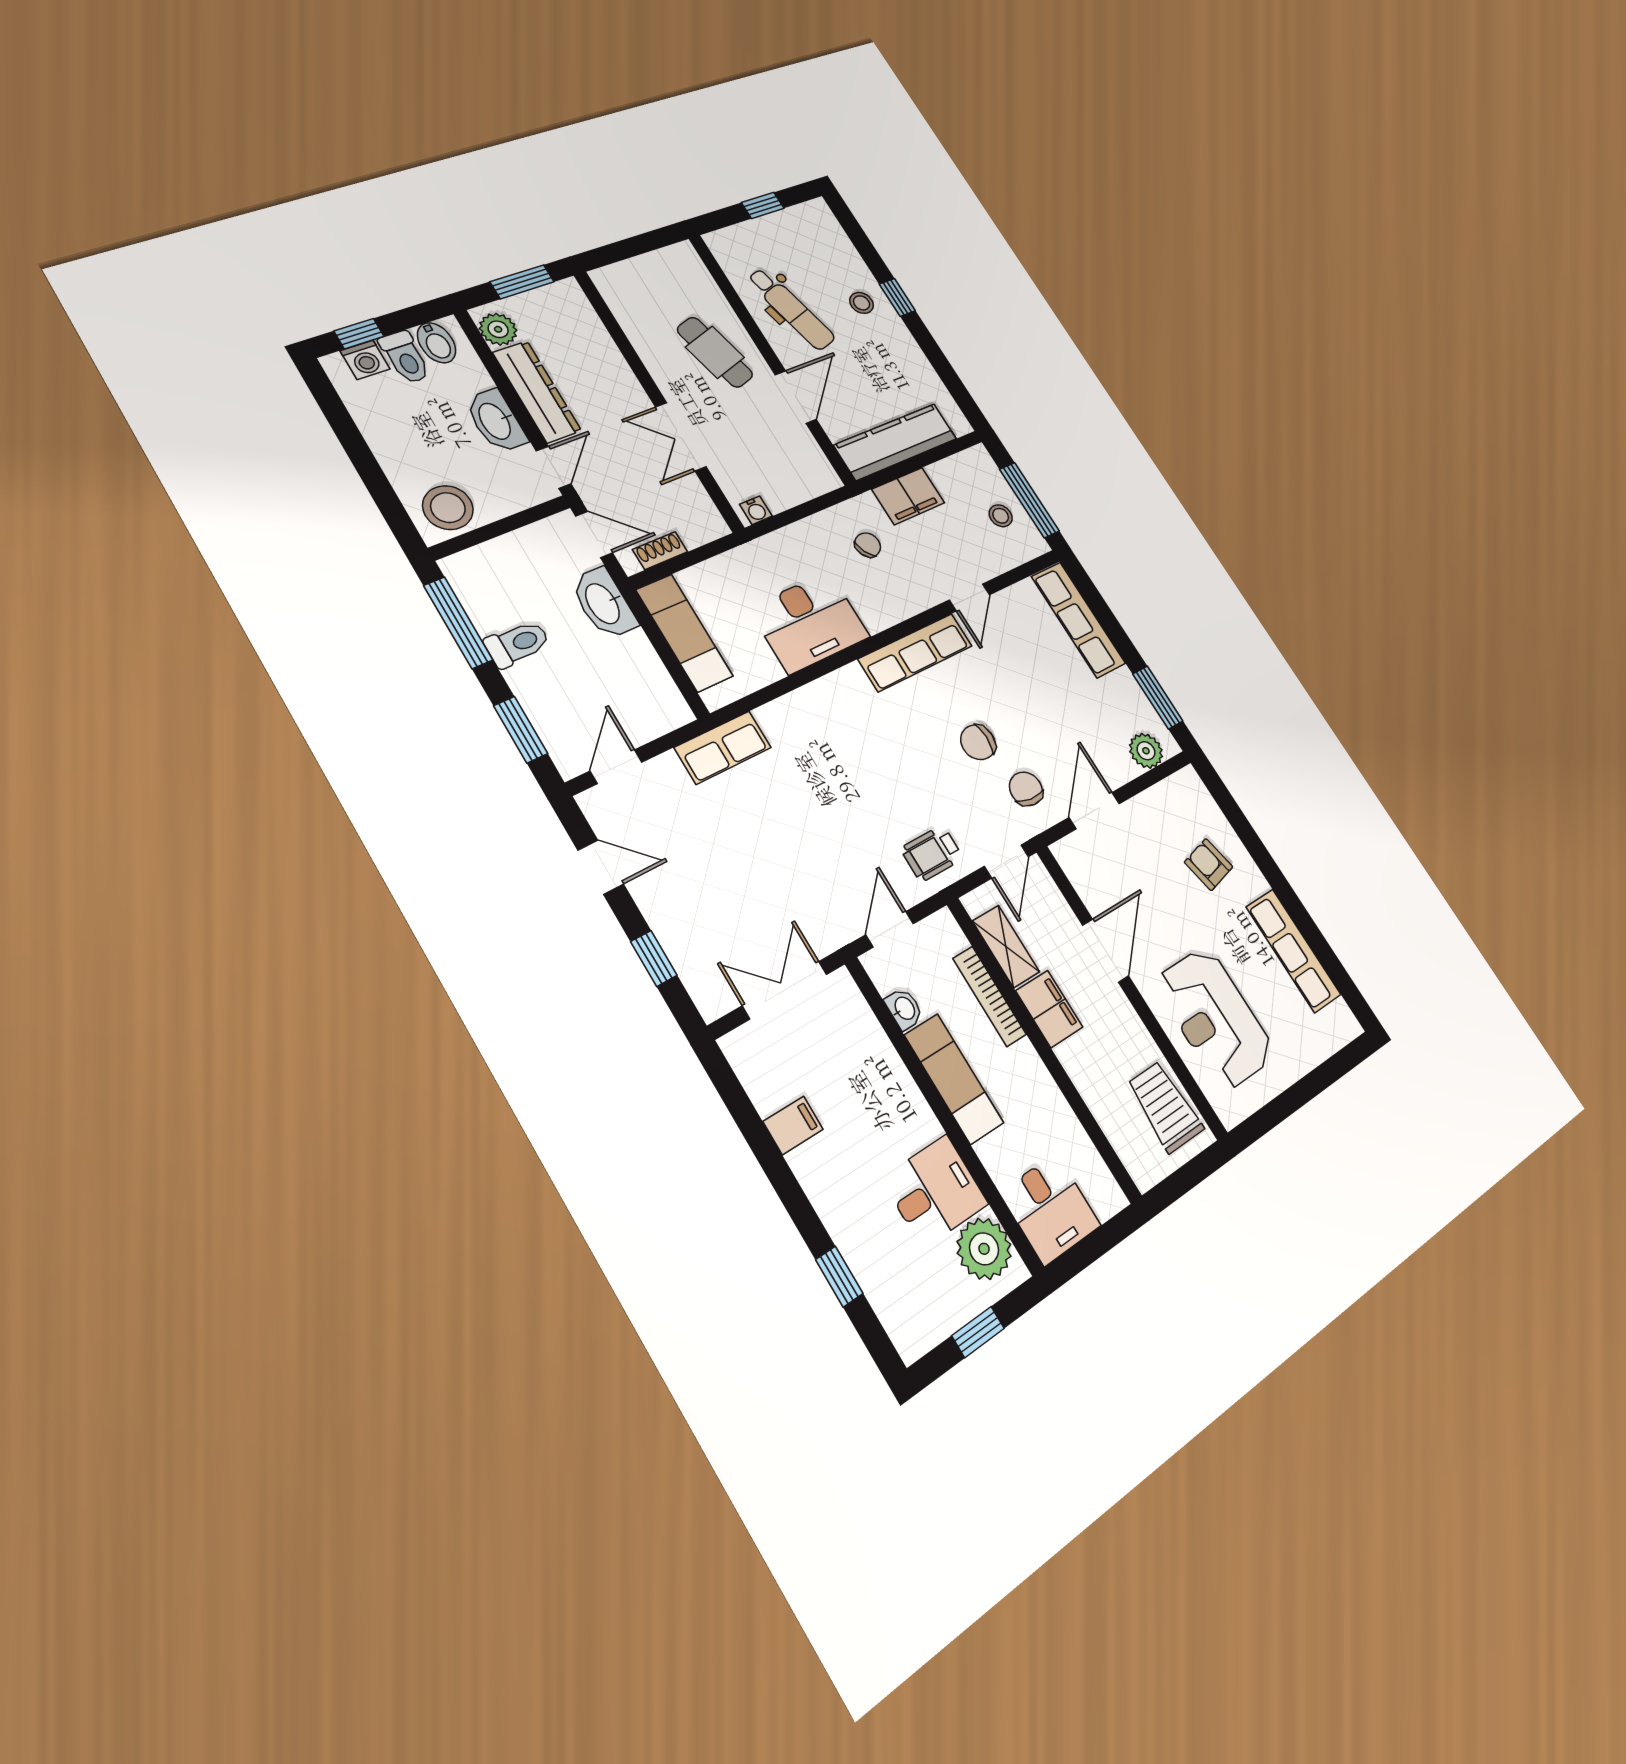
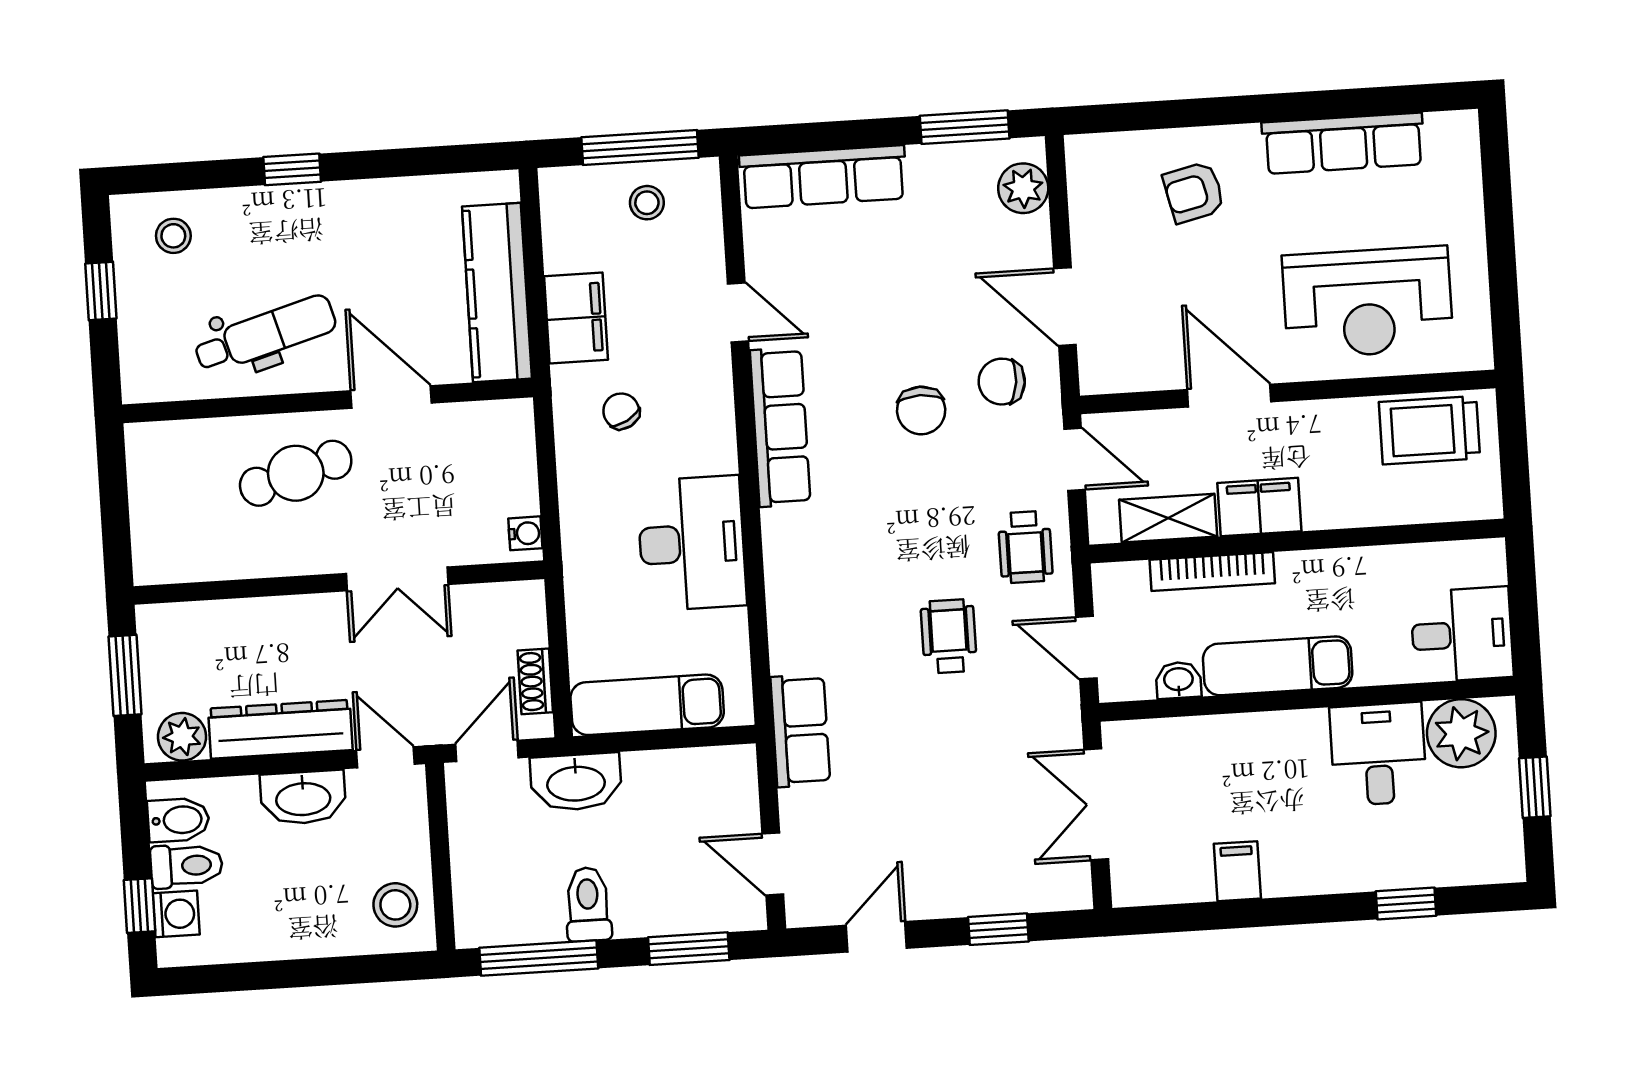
stool: (862, 303) -> (173, 236), moved
stool: (448, 508) -> (395, 905), width x0.73, depth x0.73
wheelchair: (844, 826) -> (949, 636), added

